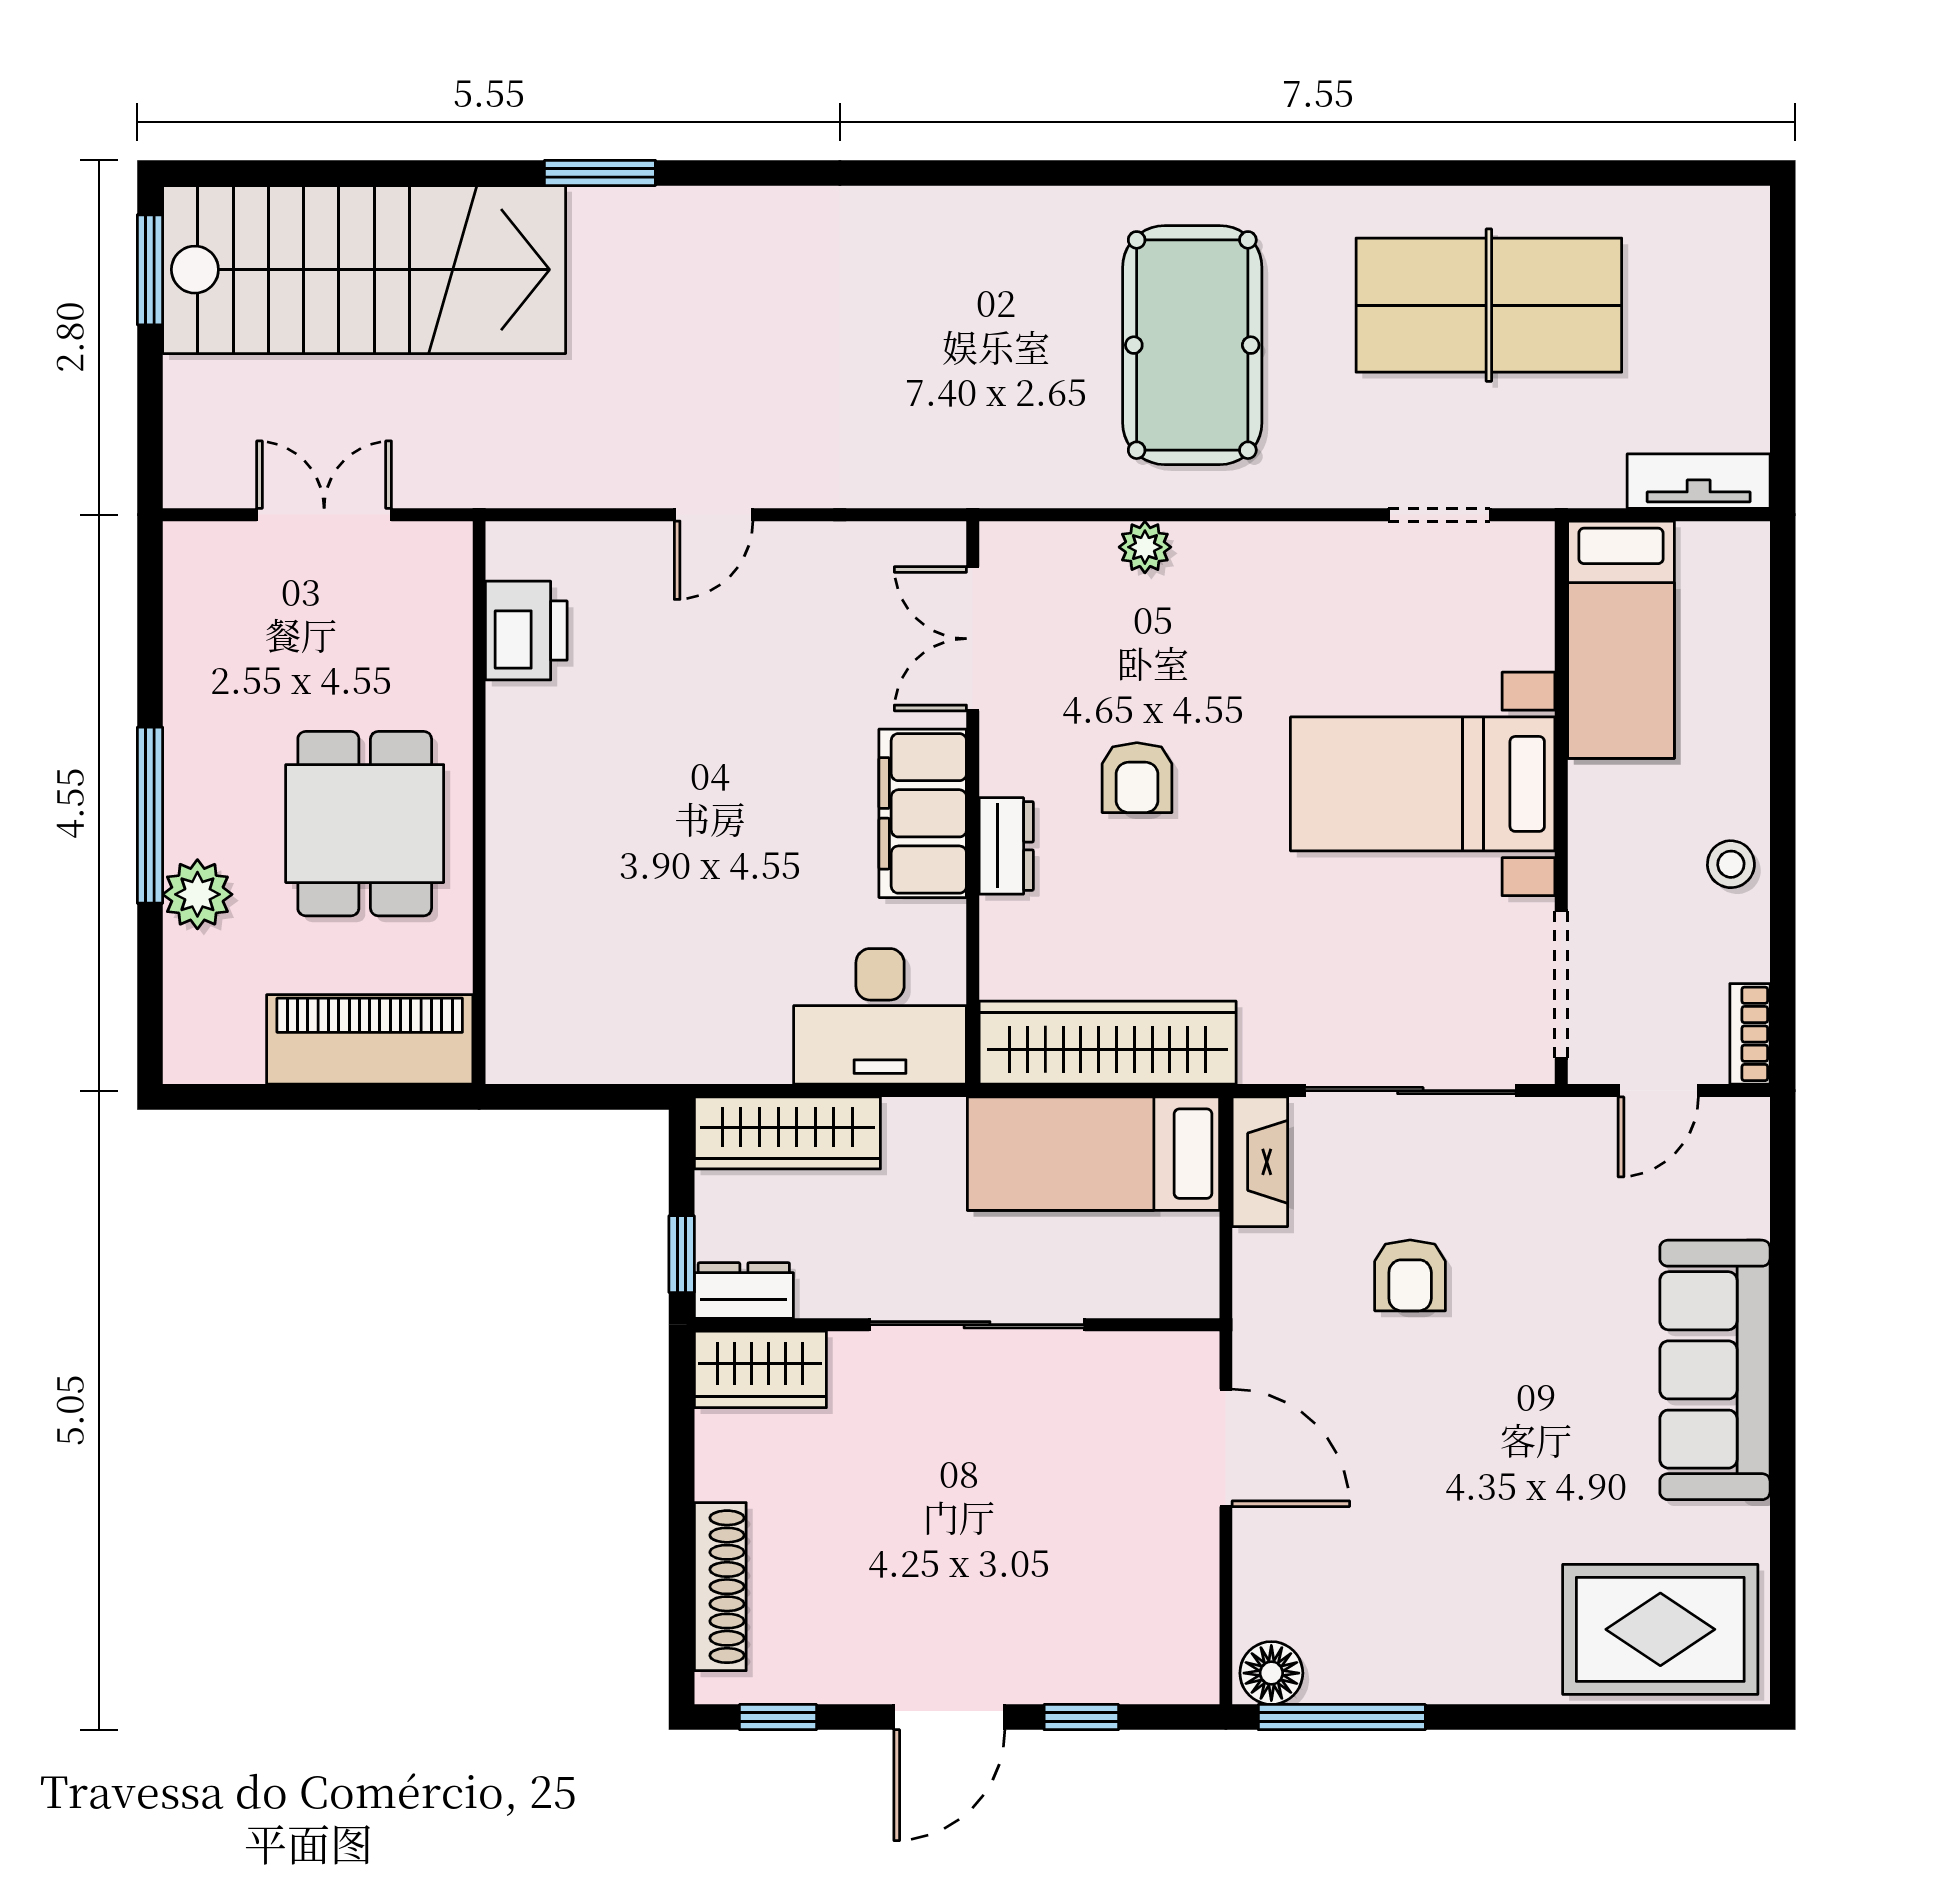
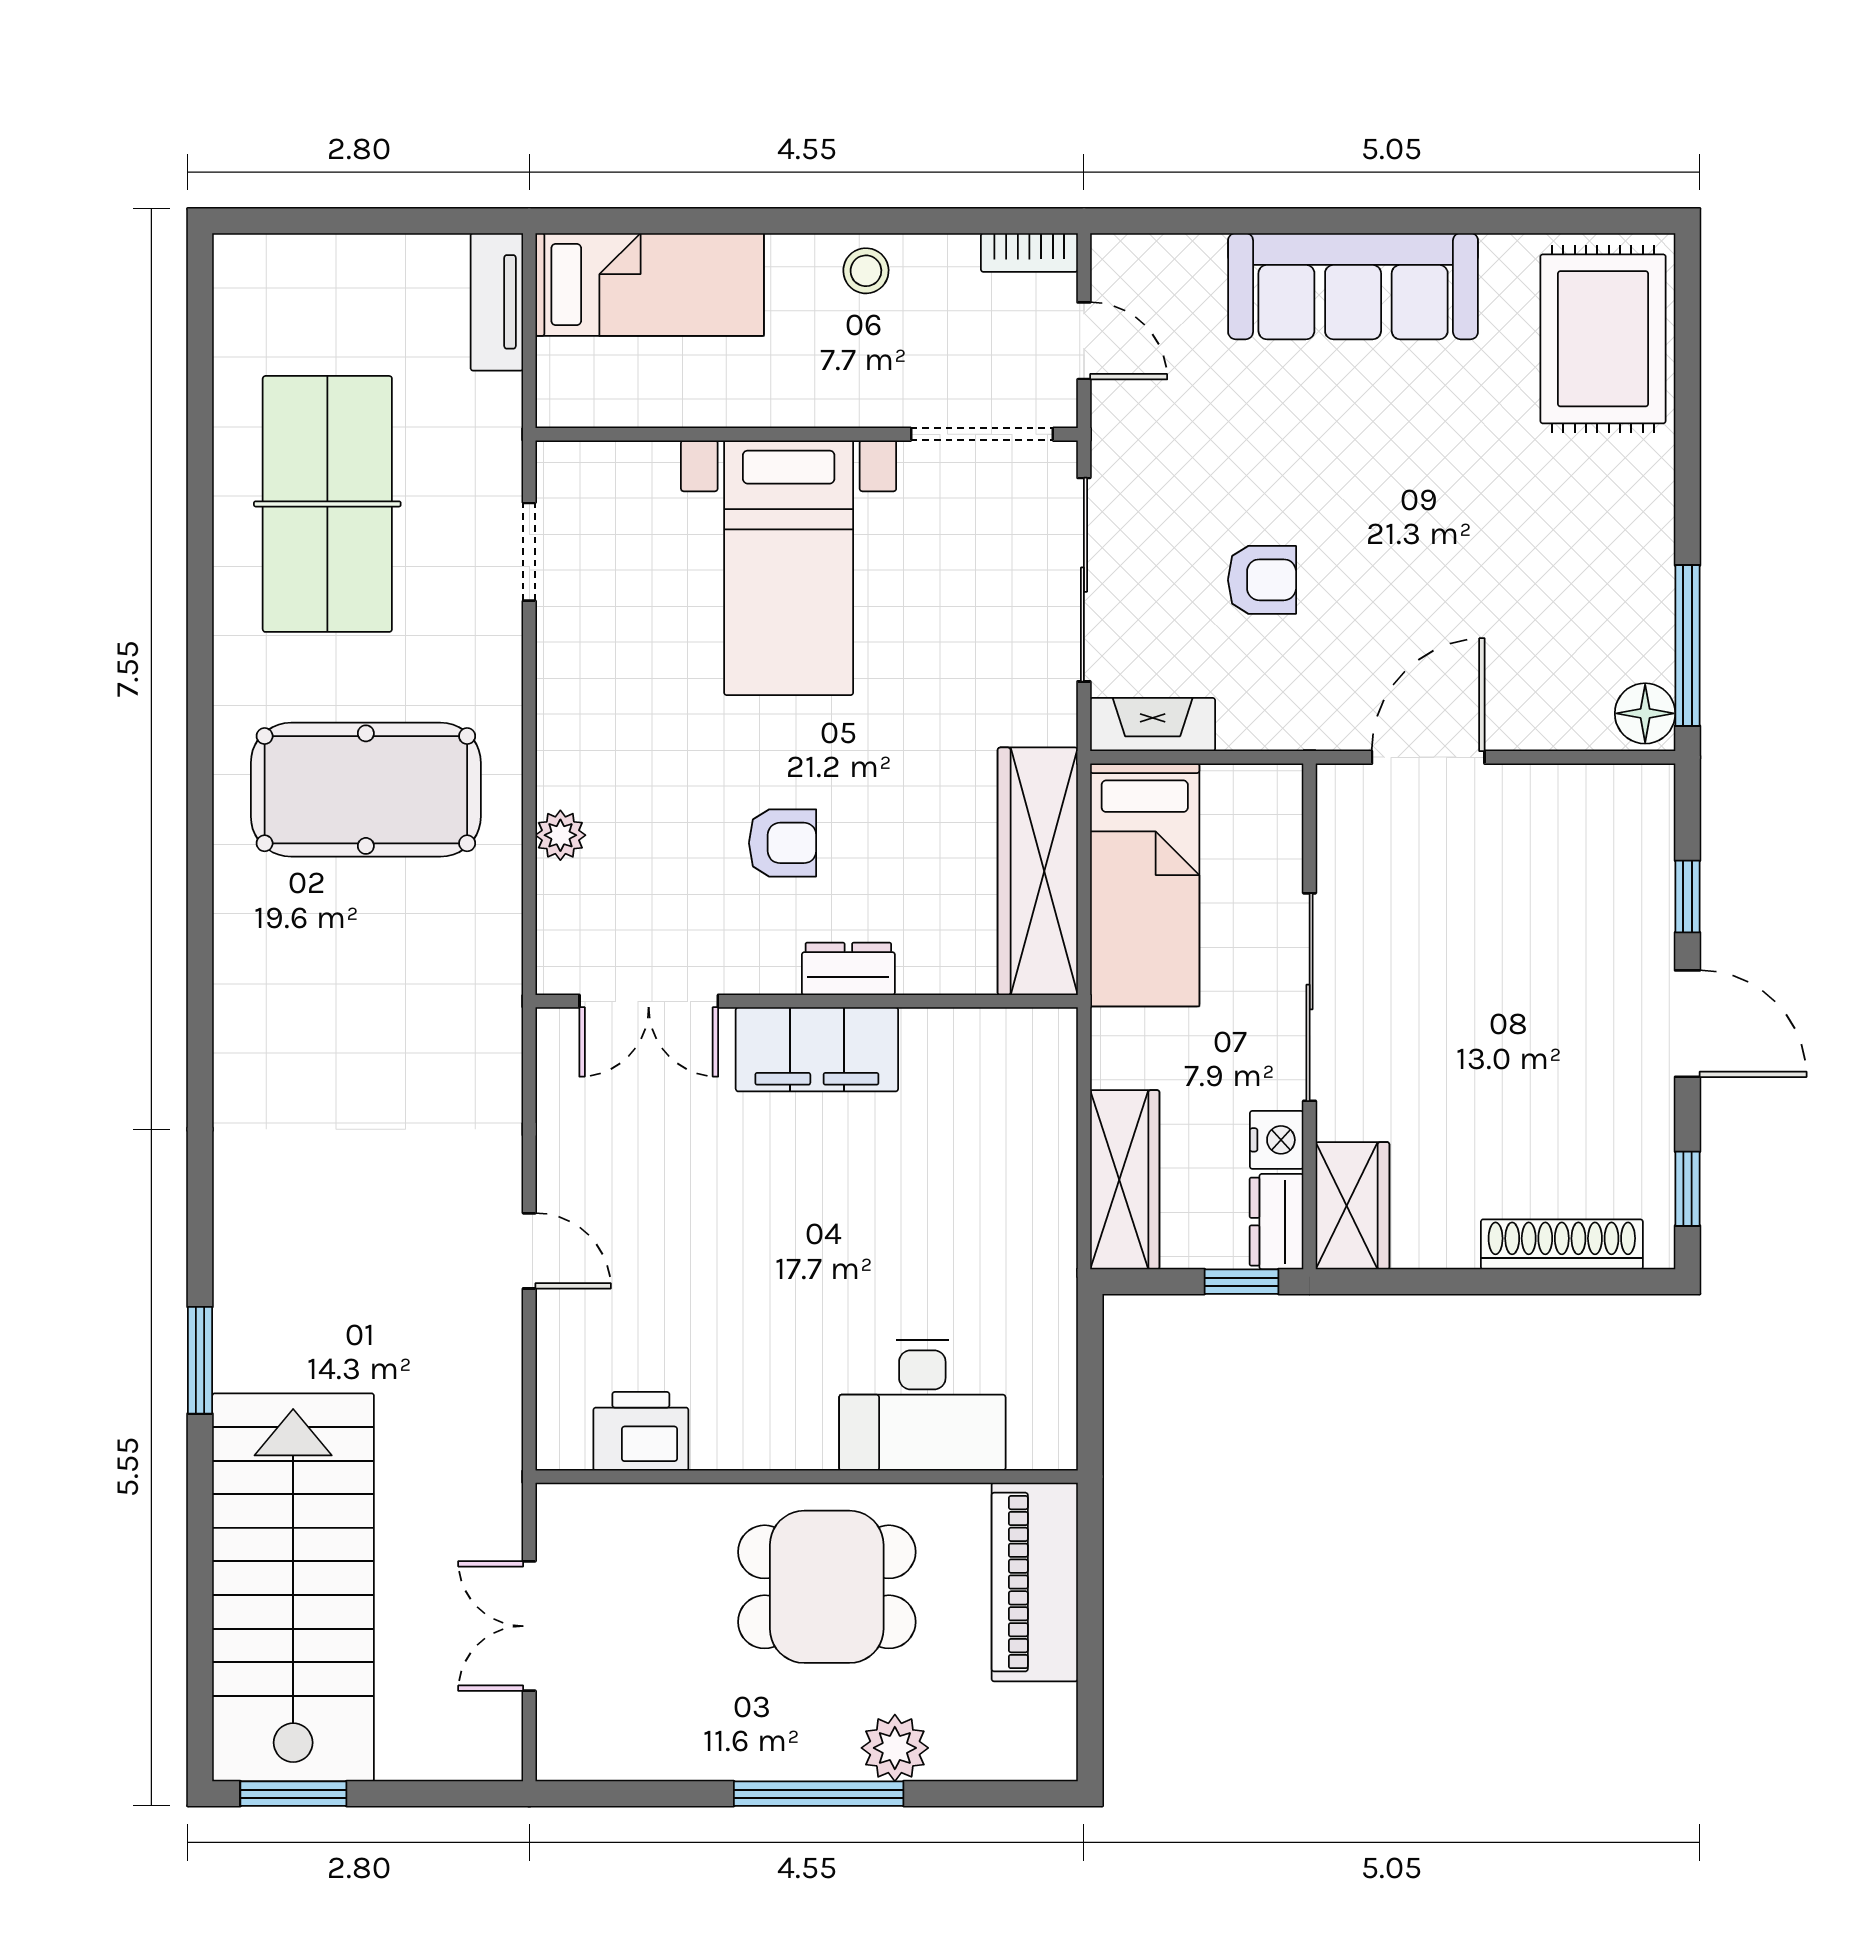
bed: (1621, 640) -> (650, 284), moved
desk: (880, 1016) -> (922, 1405), moved, turned 90
nightstand: (829, 1291) -> (1277, 1140), added

